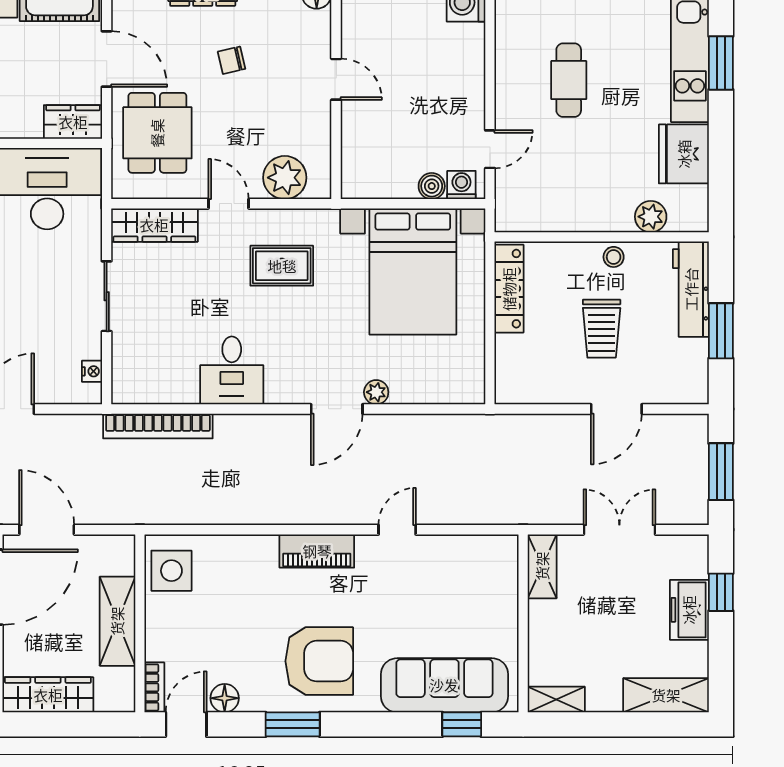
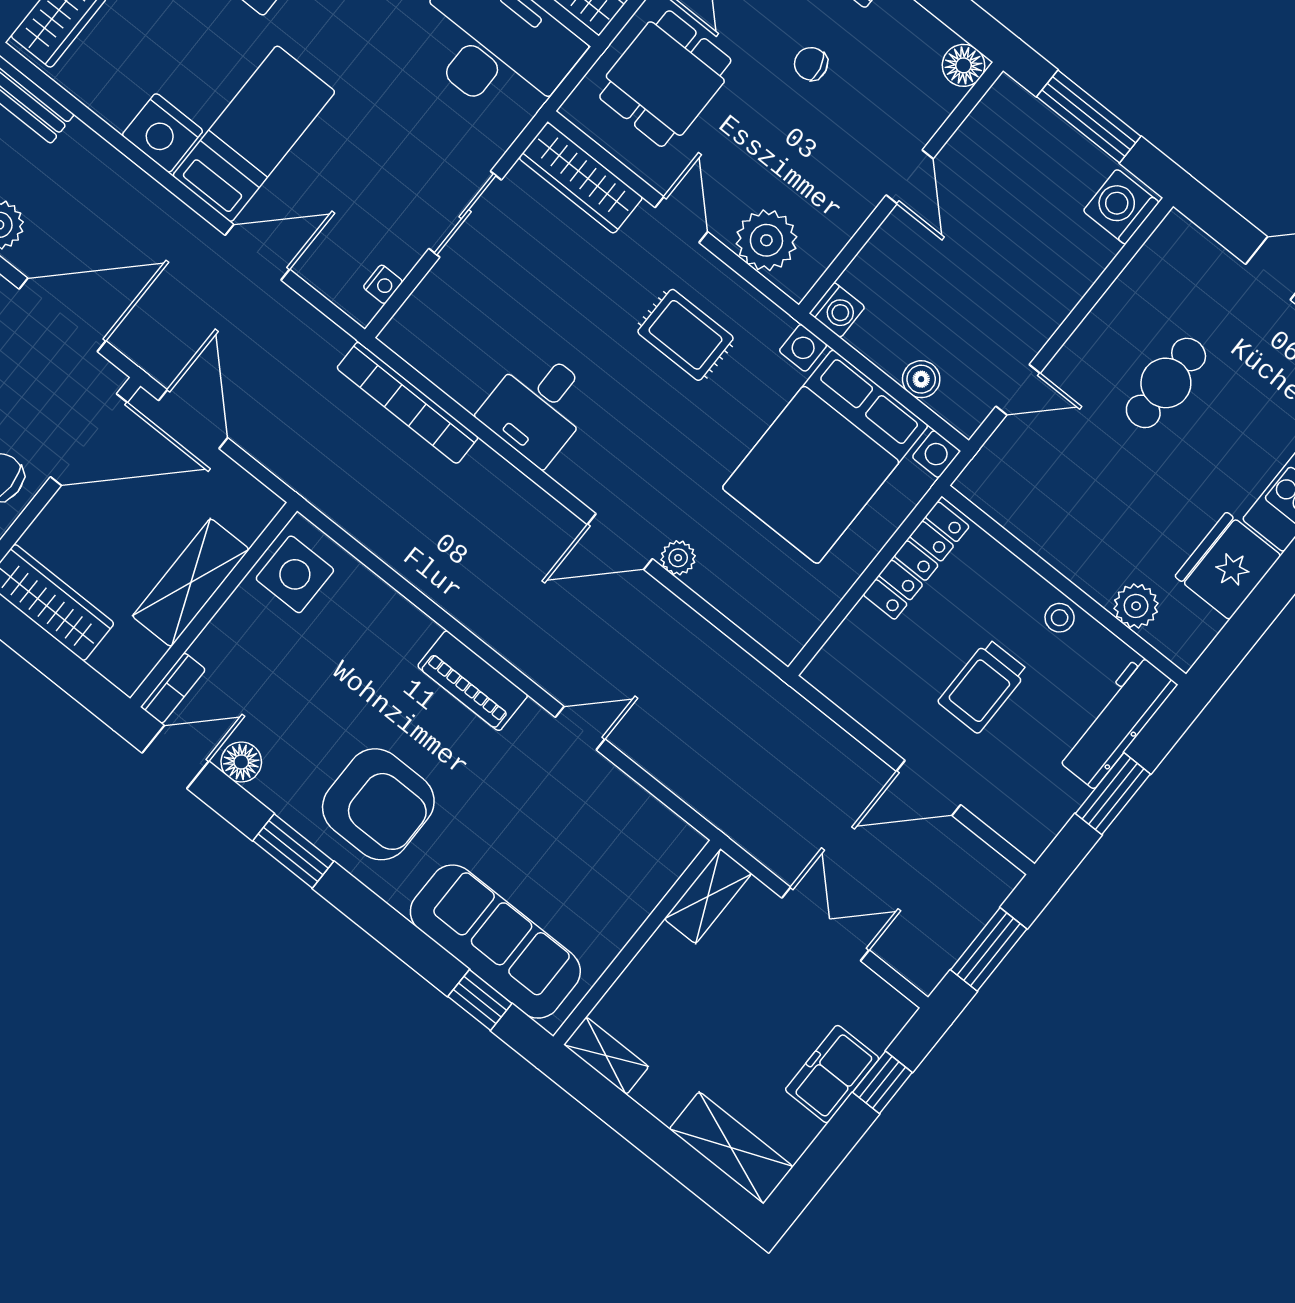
washing machine: (461, 185) -> (837, 310), moved, turned 90

